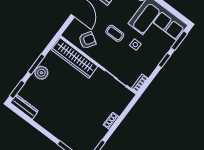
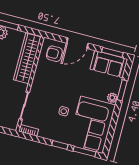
coffee table: (115, 33) -> (66, 87), removed
armchair: (87, 40) -> (54, 54), moved, turned 149

